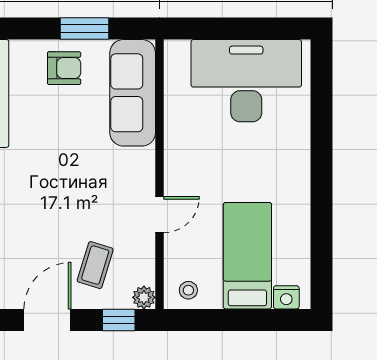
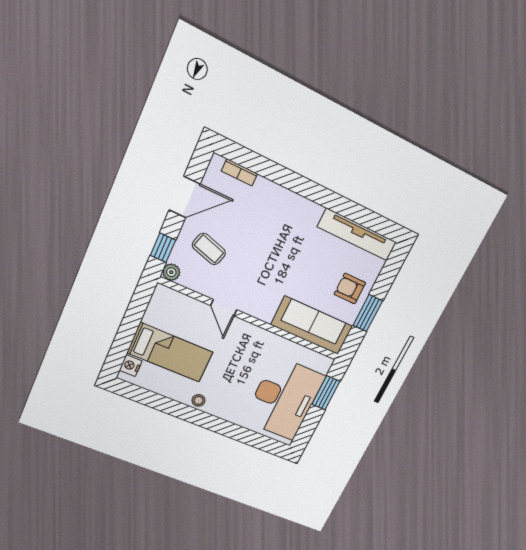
window: (214, 29) -> (326, 393), added
armchair: (64, 68) -> (350, 289), turned 90
stool: (188, 290) -> (199, 400), moved
door: (47, 320) -> (185, 197), hinge flipped

